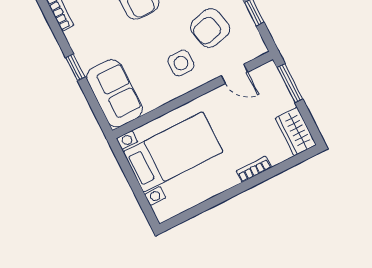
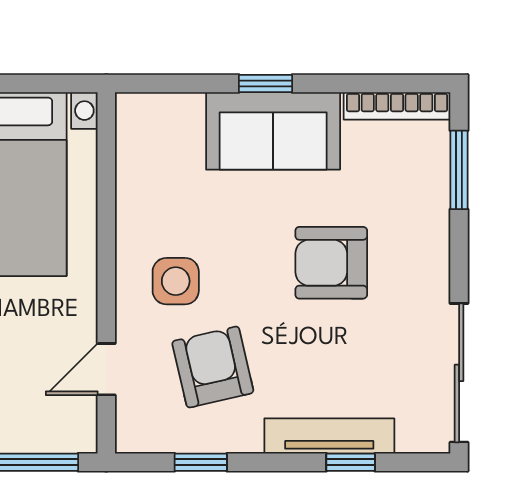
sofa: (114, 93) -> (273, 131), moved

